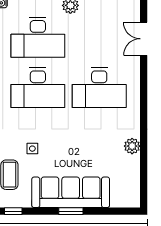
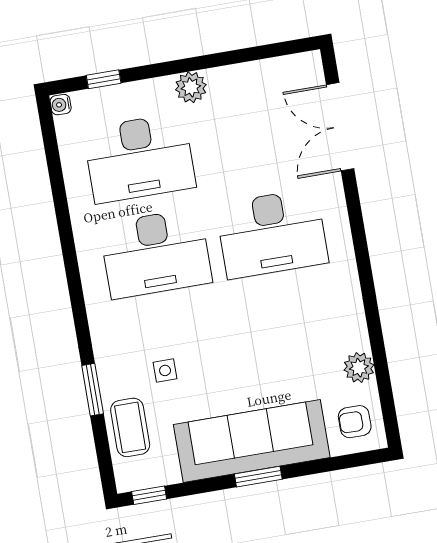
double door: (144, 39) -> (340, 127), width x1.37
plant: (132, 146) -> (359, 368), moved
armchair: (125, 191) -> (355, 422), added

